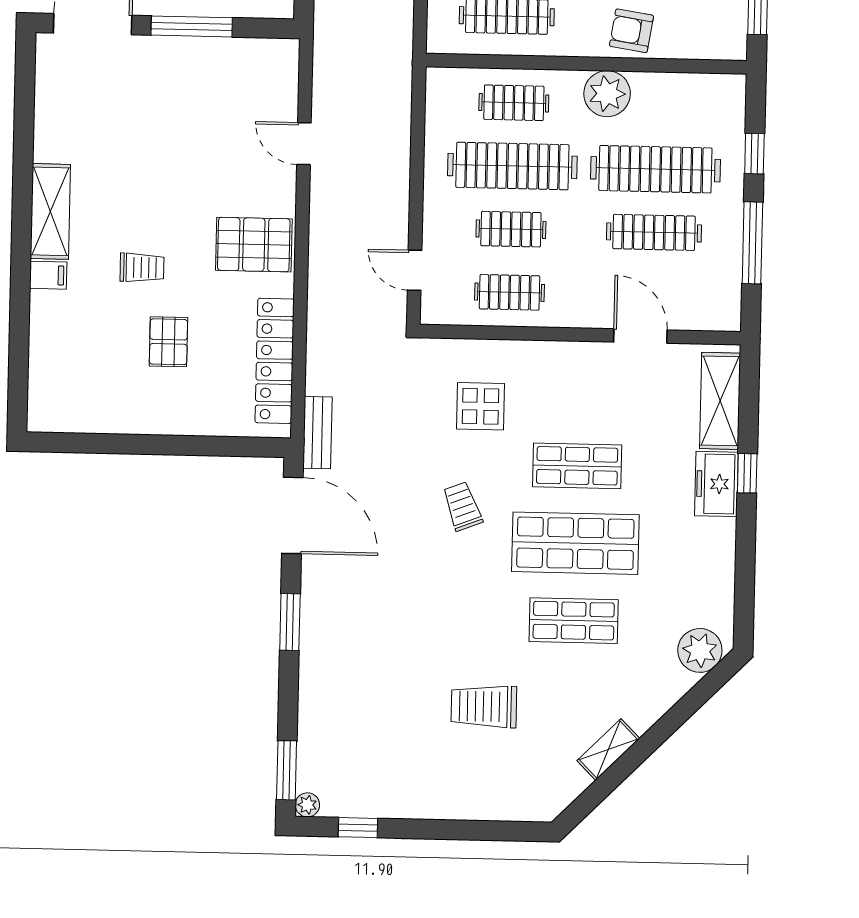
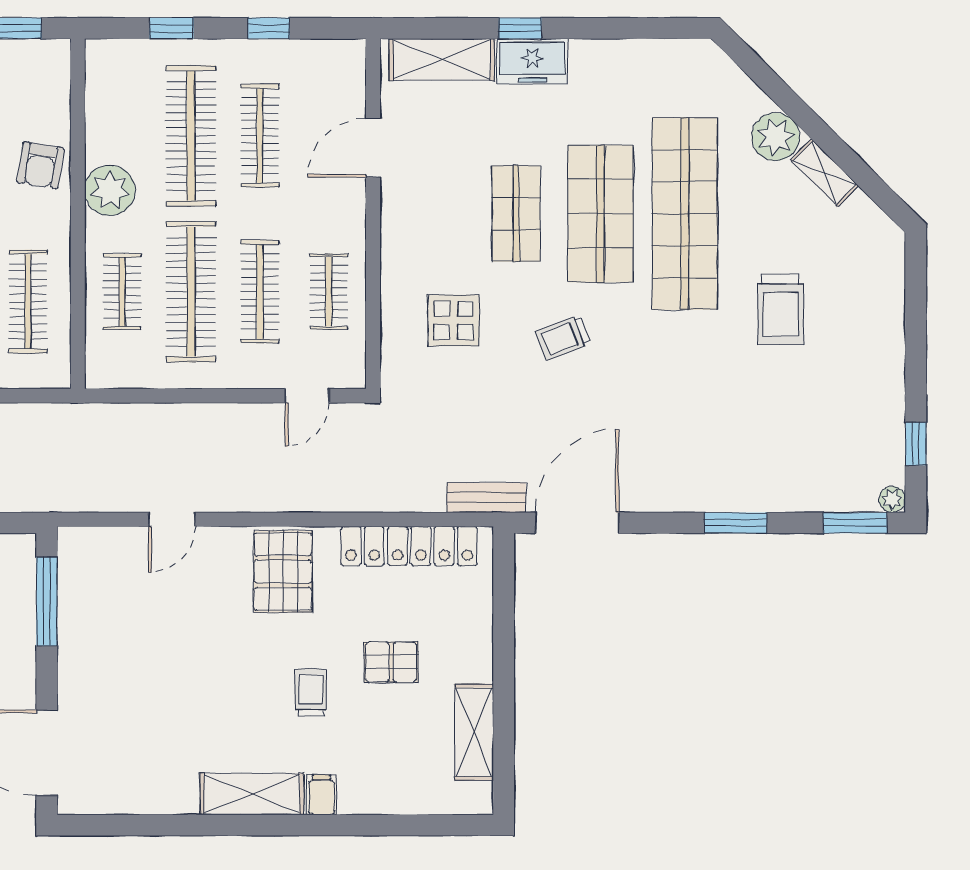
window: (192, 26) -> (47, 601), moved
clothes rail: (511, 229) -> (260, 292), width x1.36
window: (752, 243) -> (269, 28), width x0.46
shelving: (103, 416) -> (474, 732), added
shop shelf: (574, 621) -> (685, 214), width x2.00, depth x1.36
window: (290, 622) -> (736, 523), moved
plant: (700, 650) -> (776, 137), moved

